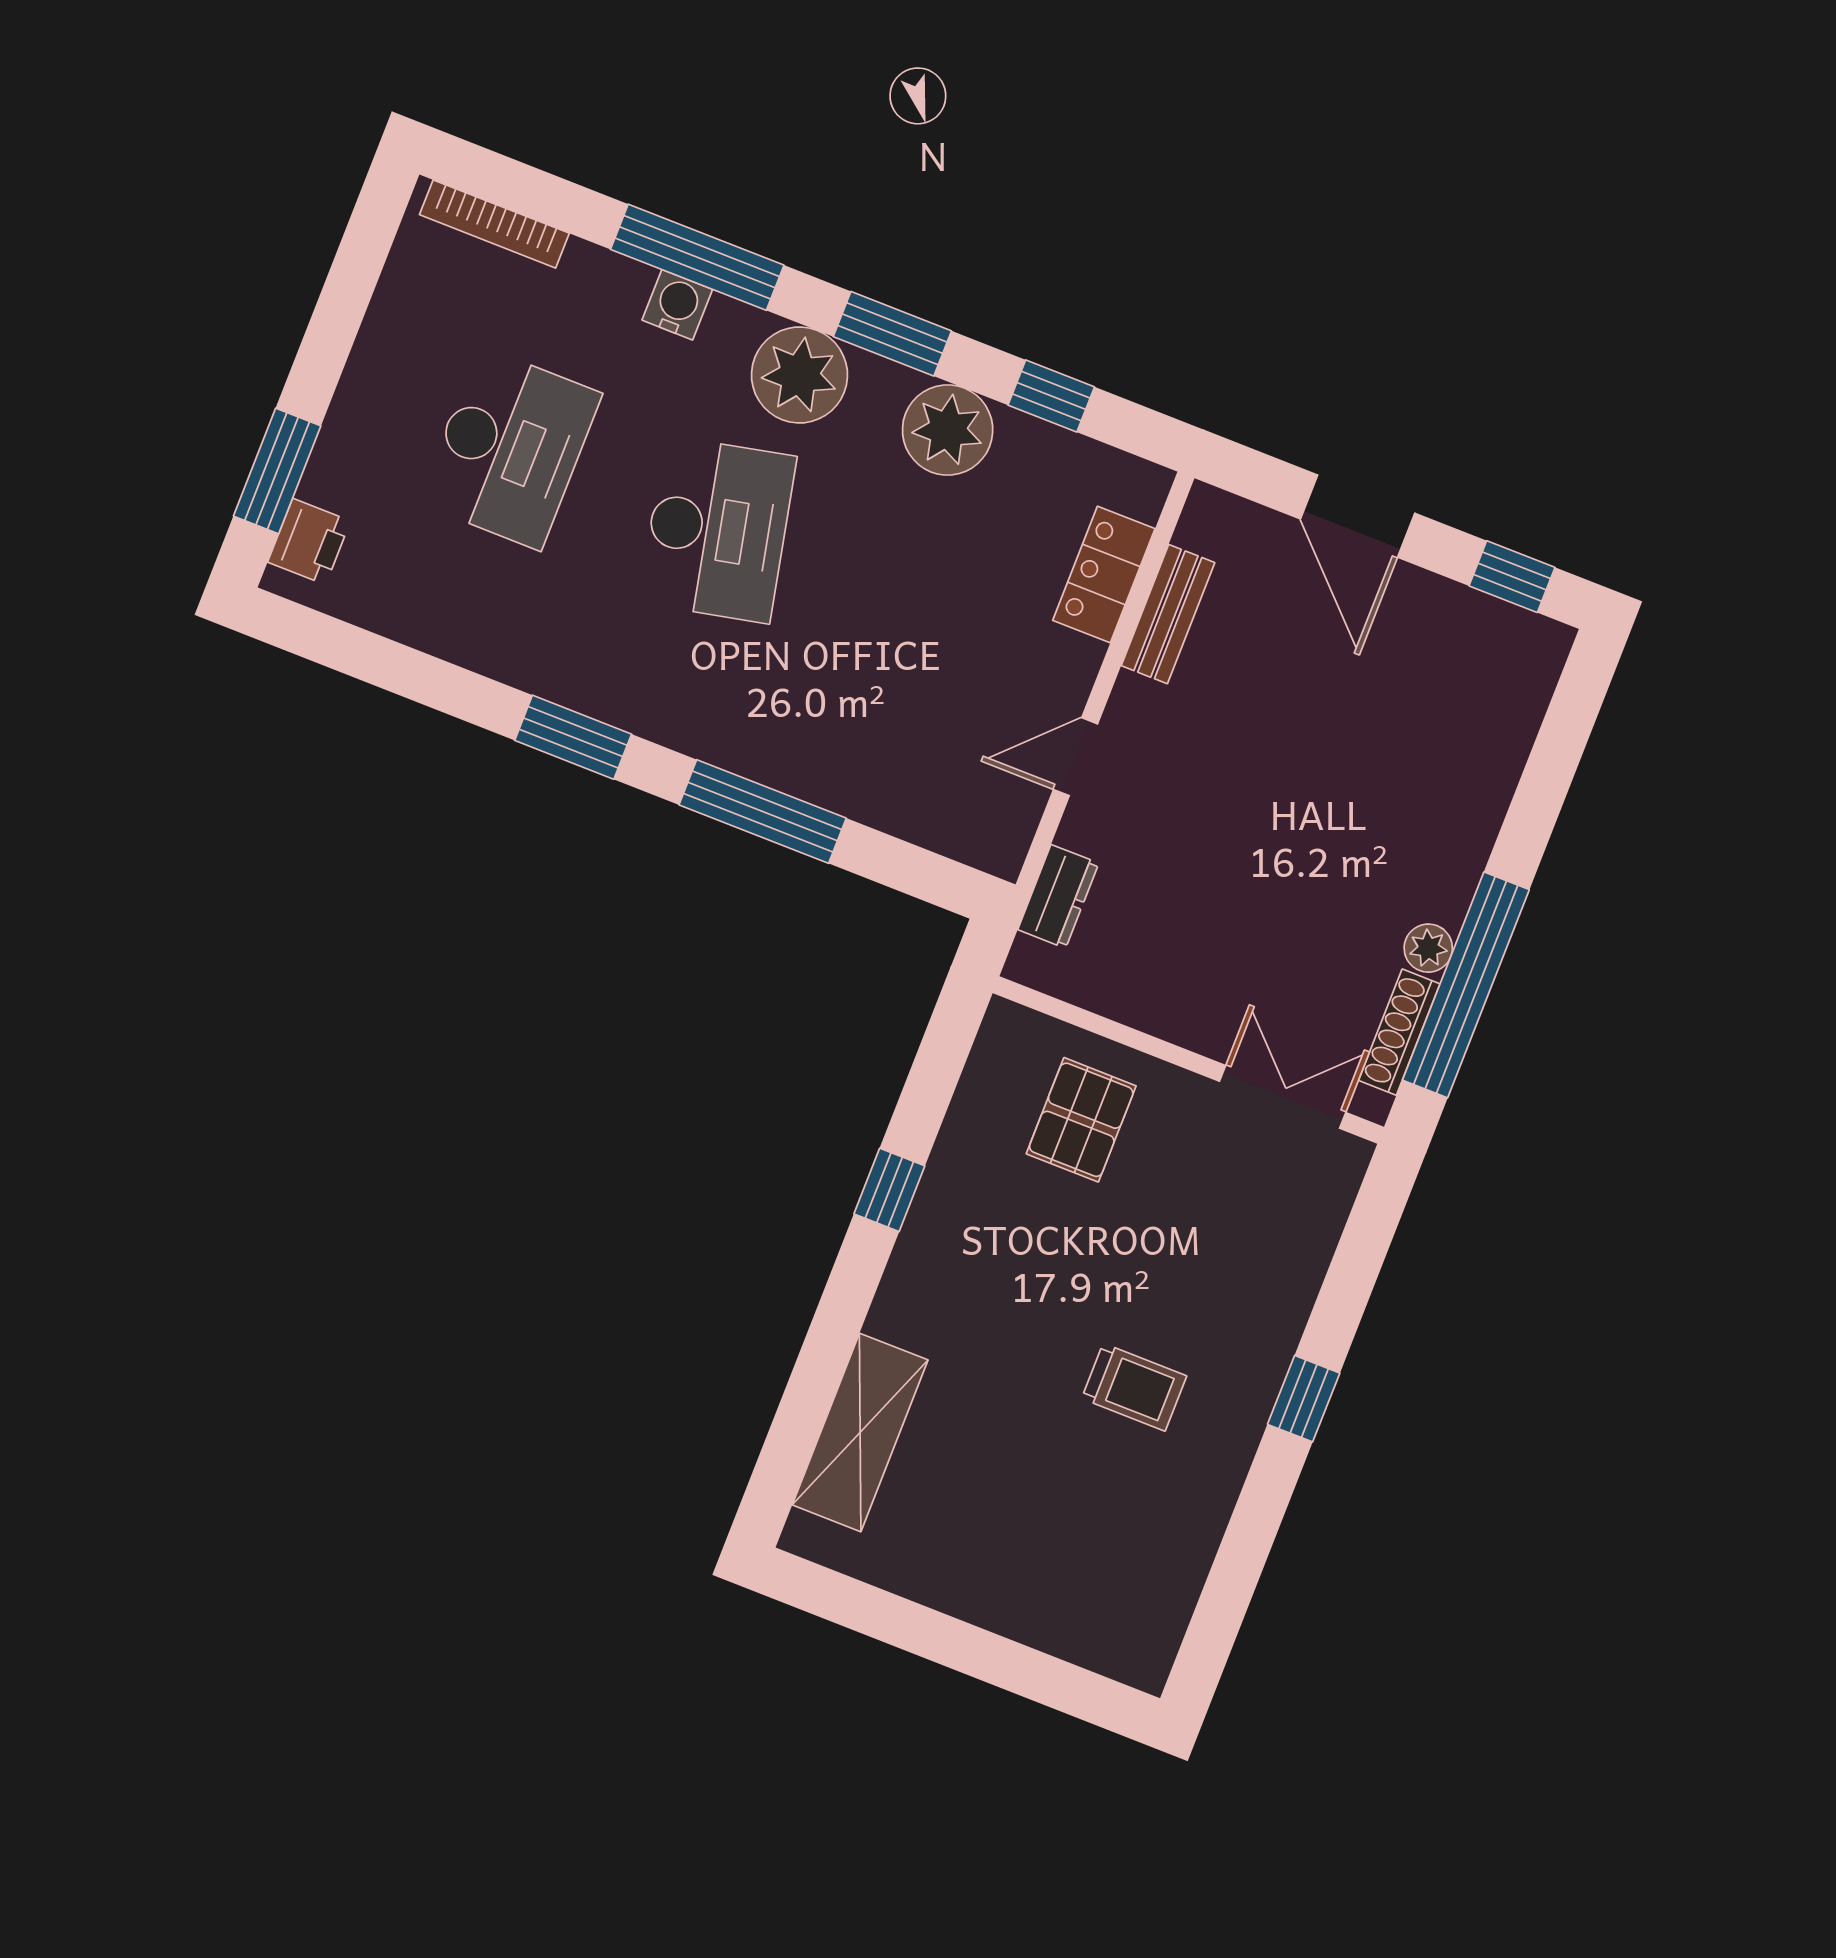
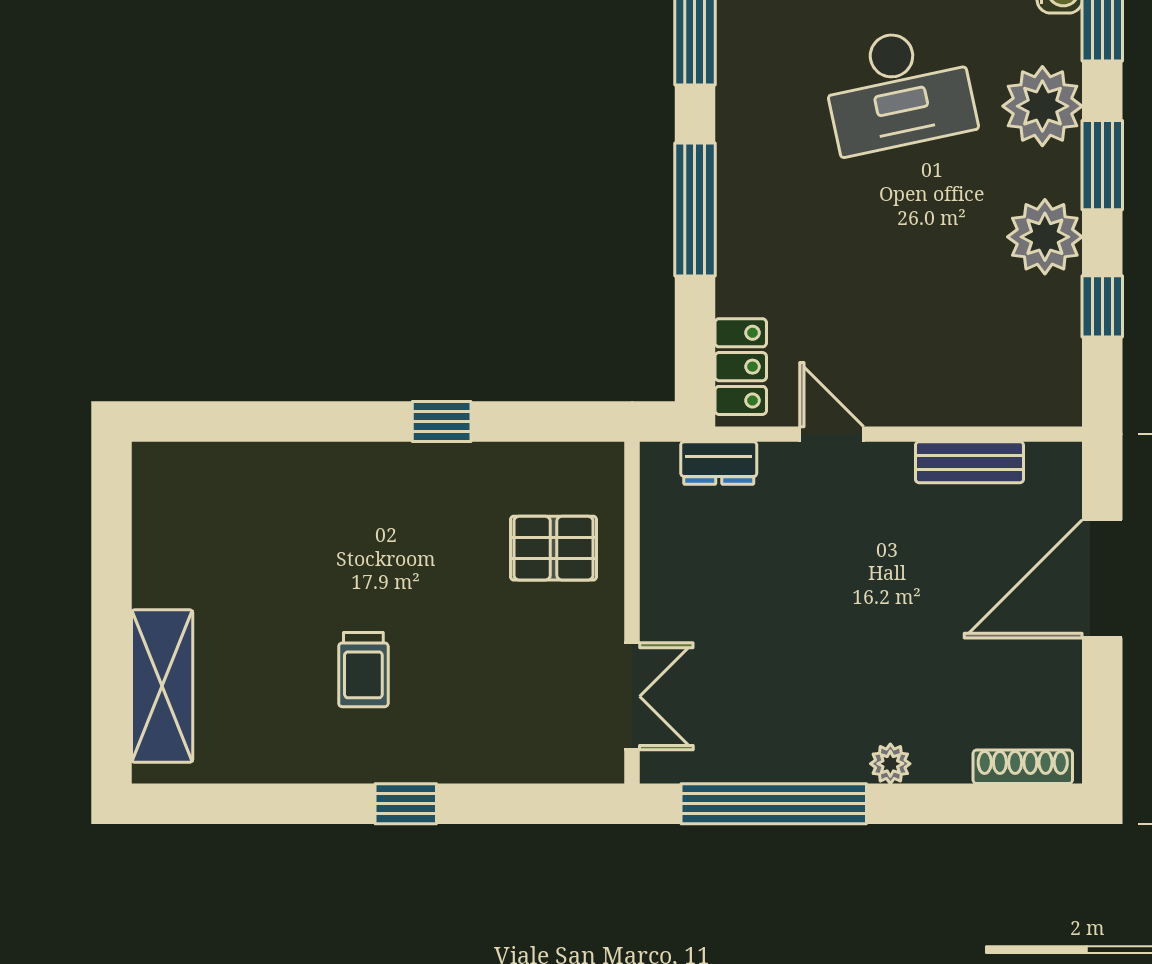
door: (1358, 516) -> (1102, 579), width x1.36
locker: (1104, 574) -> (741, 367), moved, turned 90
window: (1512, 577) -> (1102, 716), removed
plant: (1428, 948) -> (890, 764), moved
shoe rack: (1399, 1032) -> (1023, 767), moved
shelving: (860, 1432) -> (162, 686), moved, turned 90

